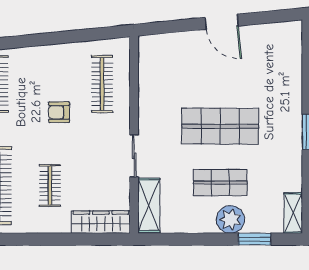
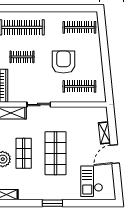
shelving: (184, 40) -> (104, 133), added
checkout: (270, 63) -> (92, 181), added
armchair: (59, 112) -> (63, 62), width x1.88, depth x1.88

